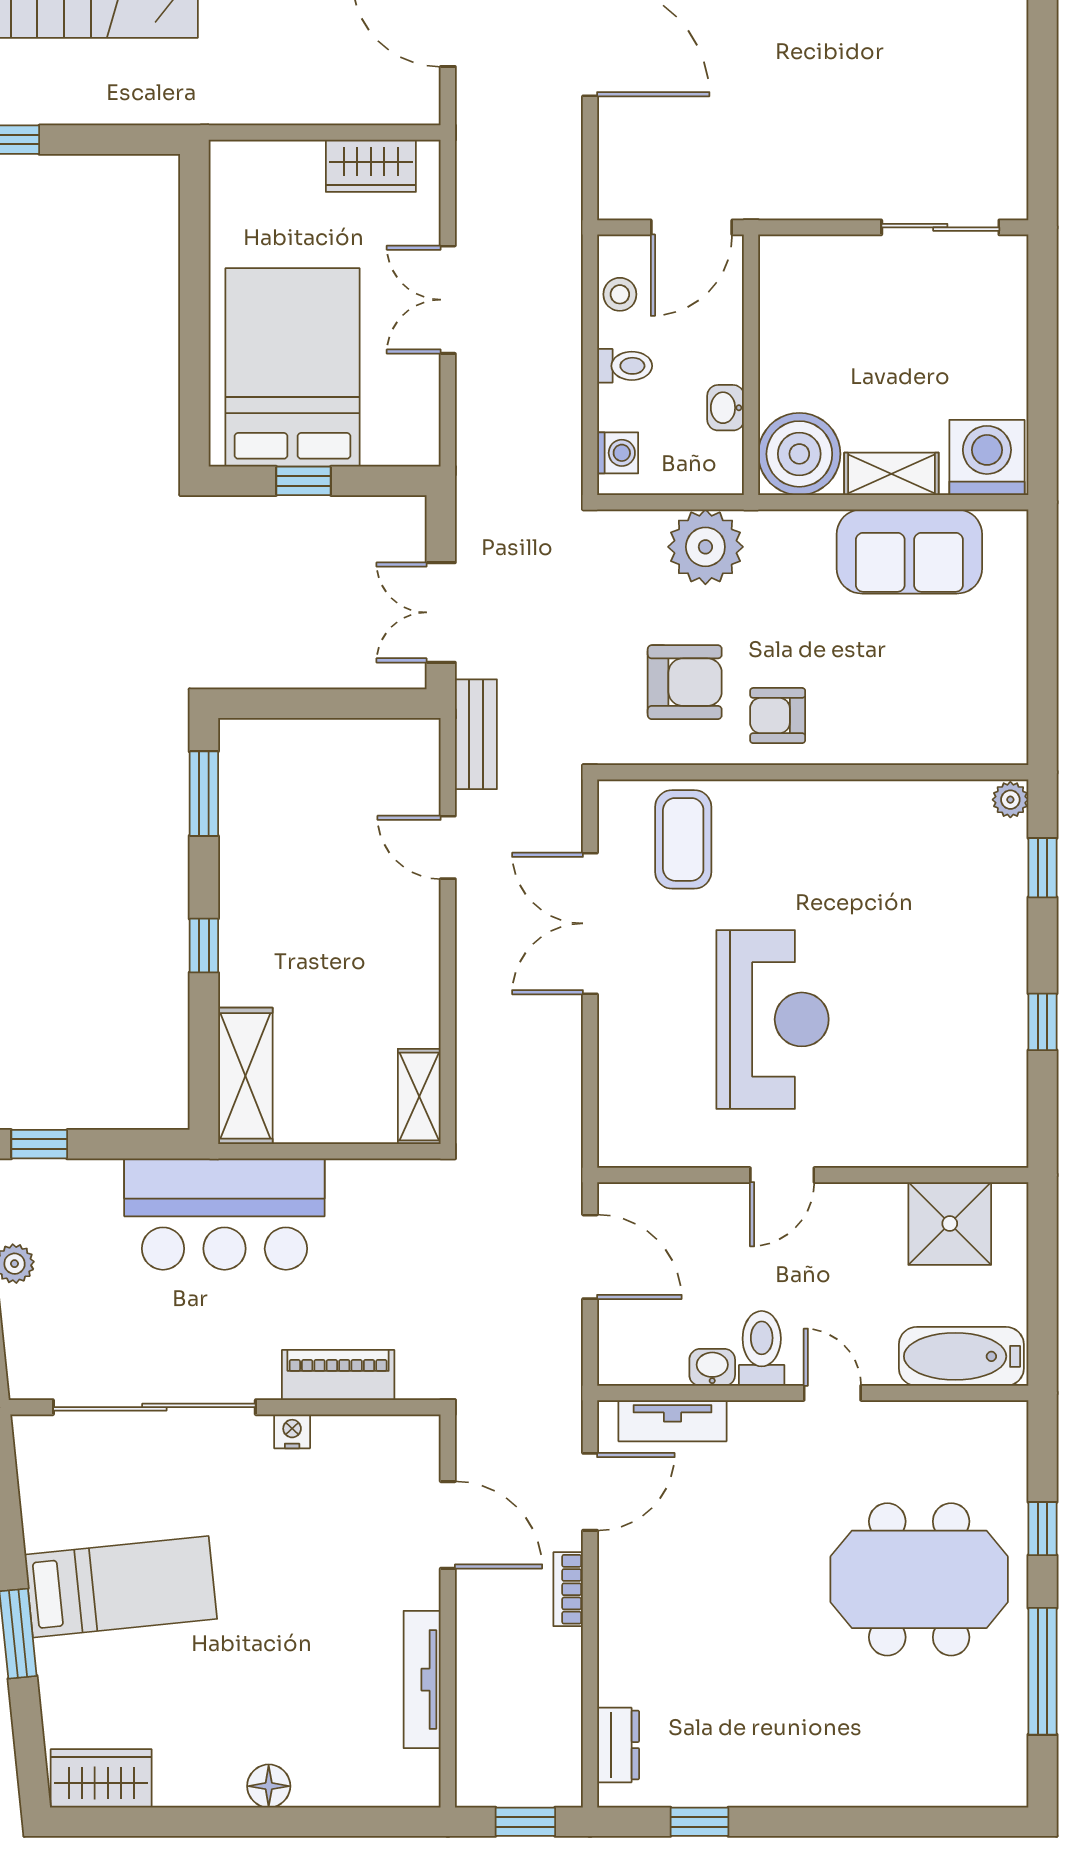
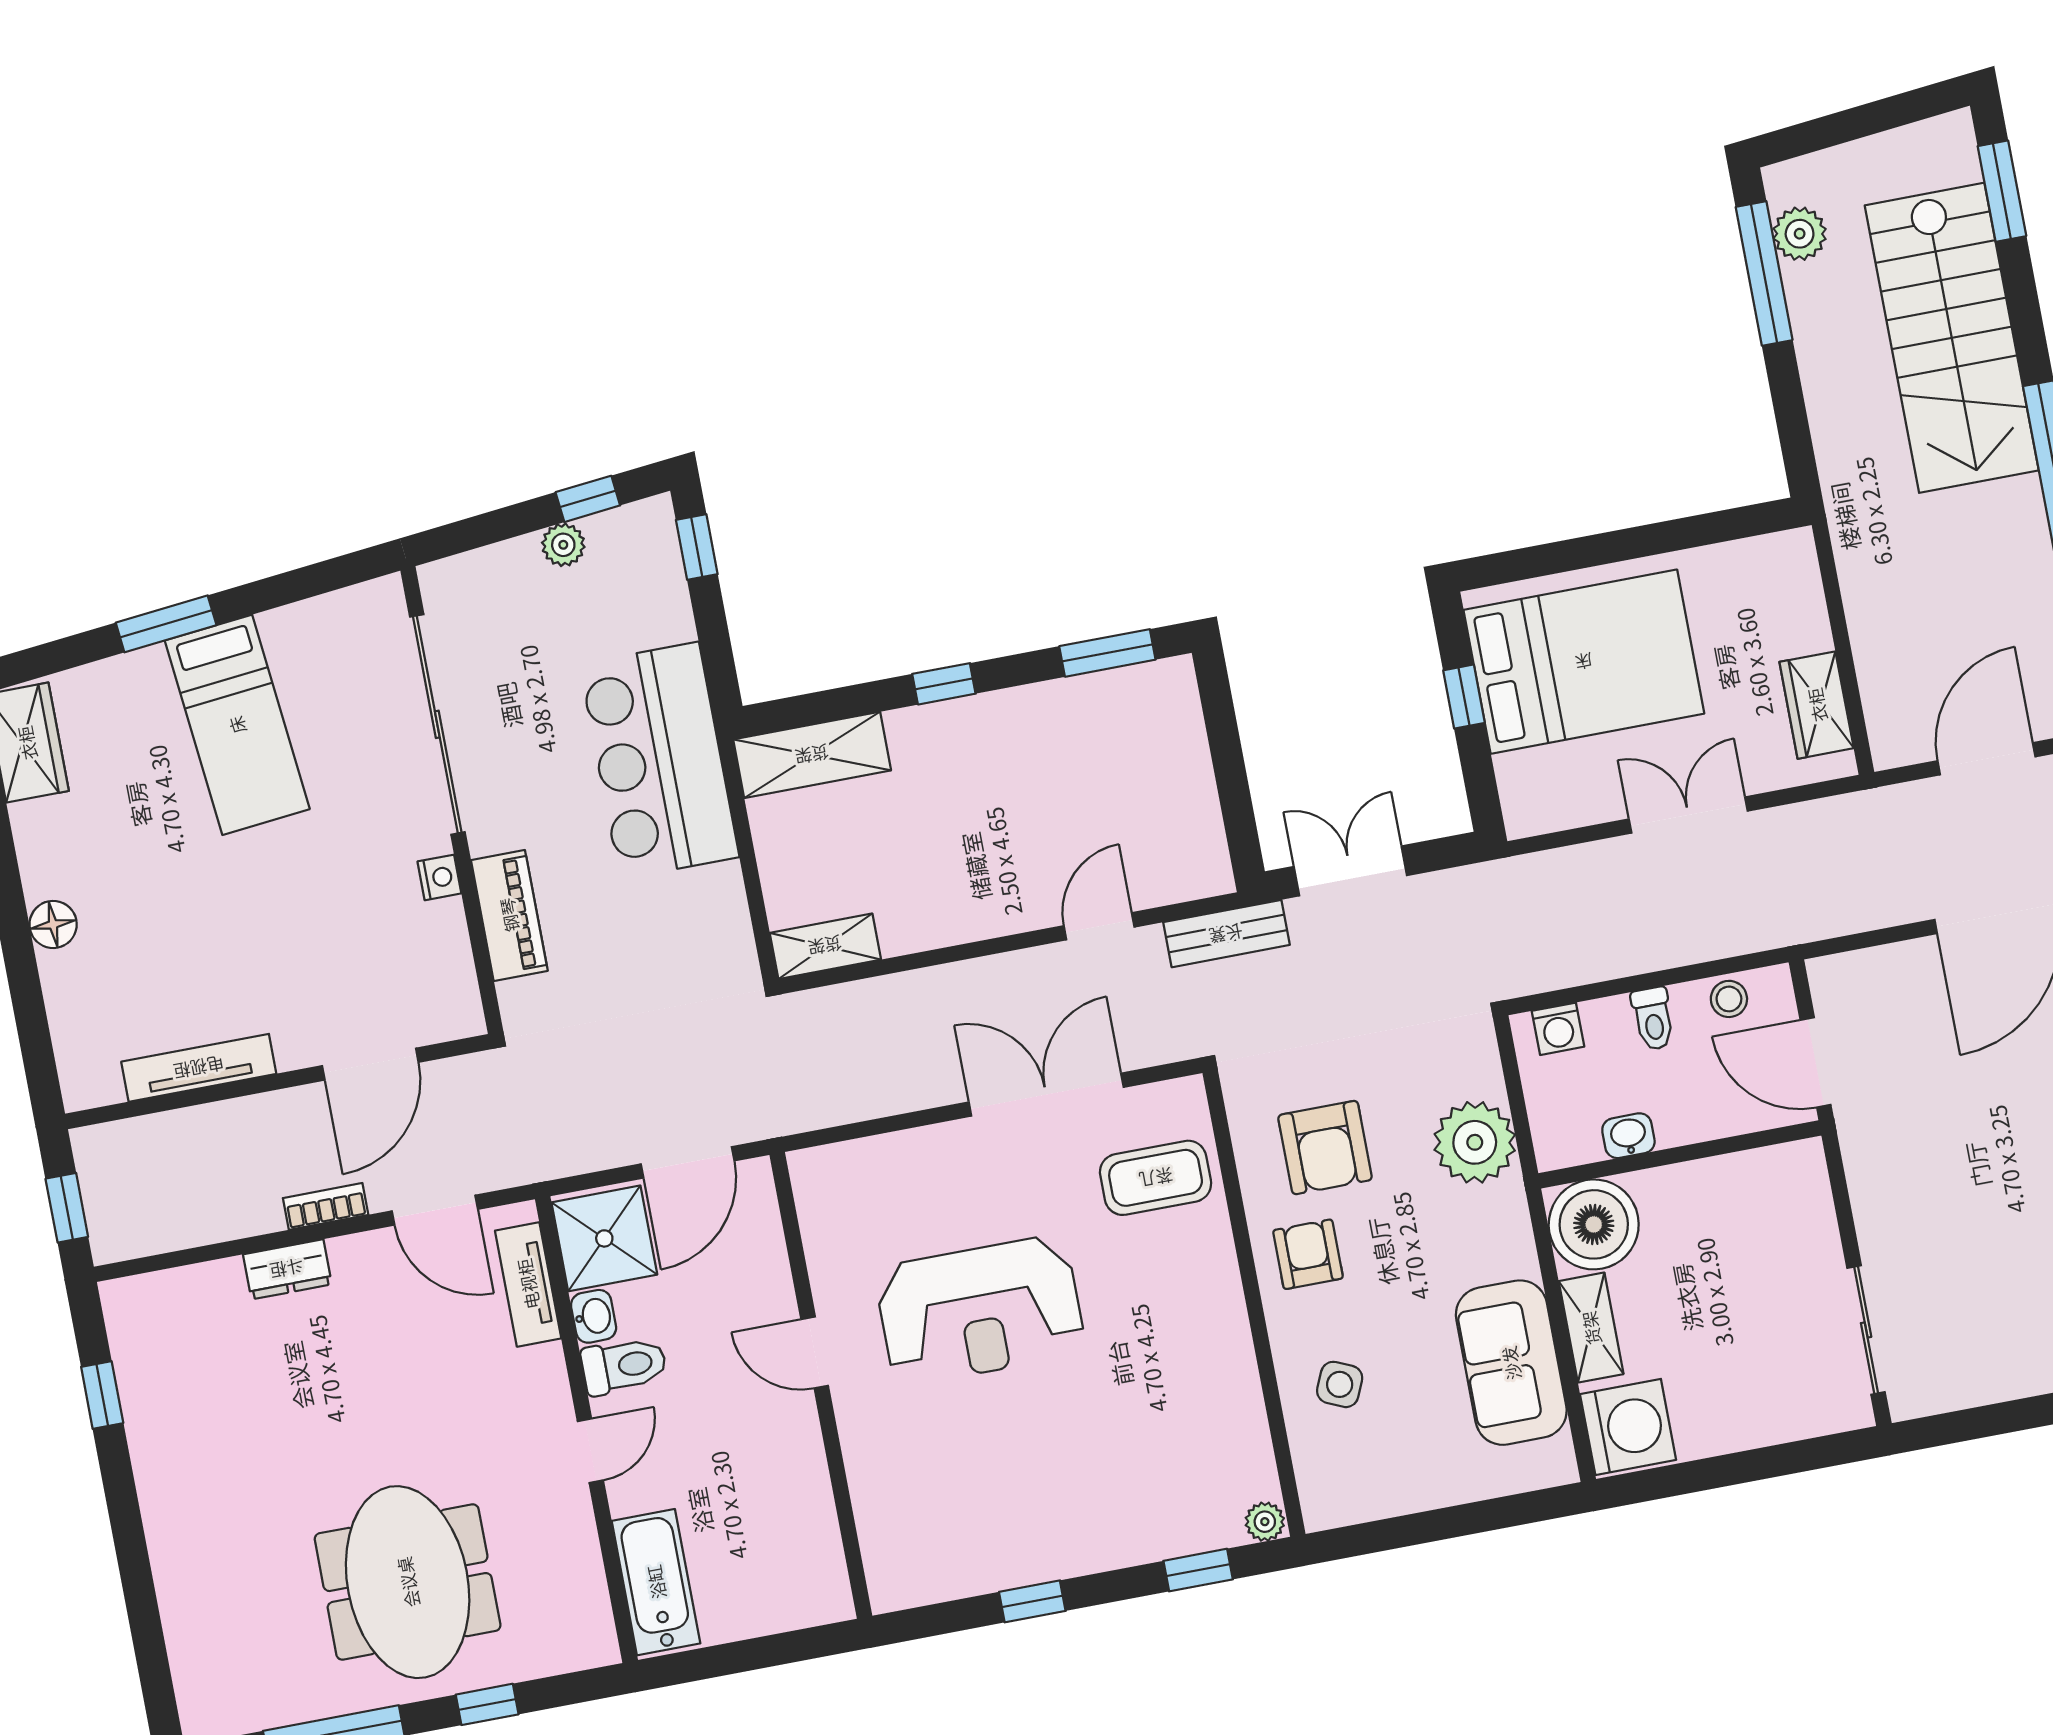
side table: (900, 709) -> (1340, 1384), added
shower: (950, 1224) -> (604, 1238), moved
dresser: (618, 1745) -> (287, 1269), moved

